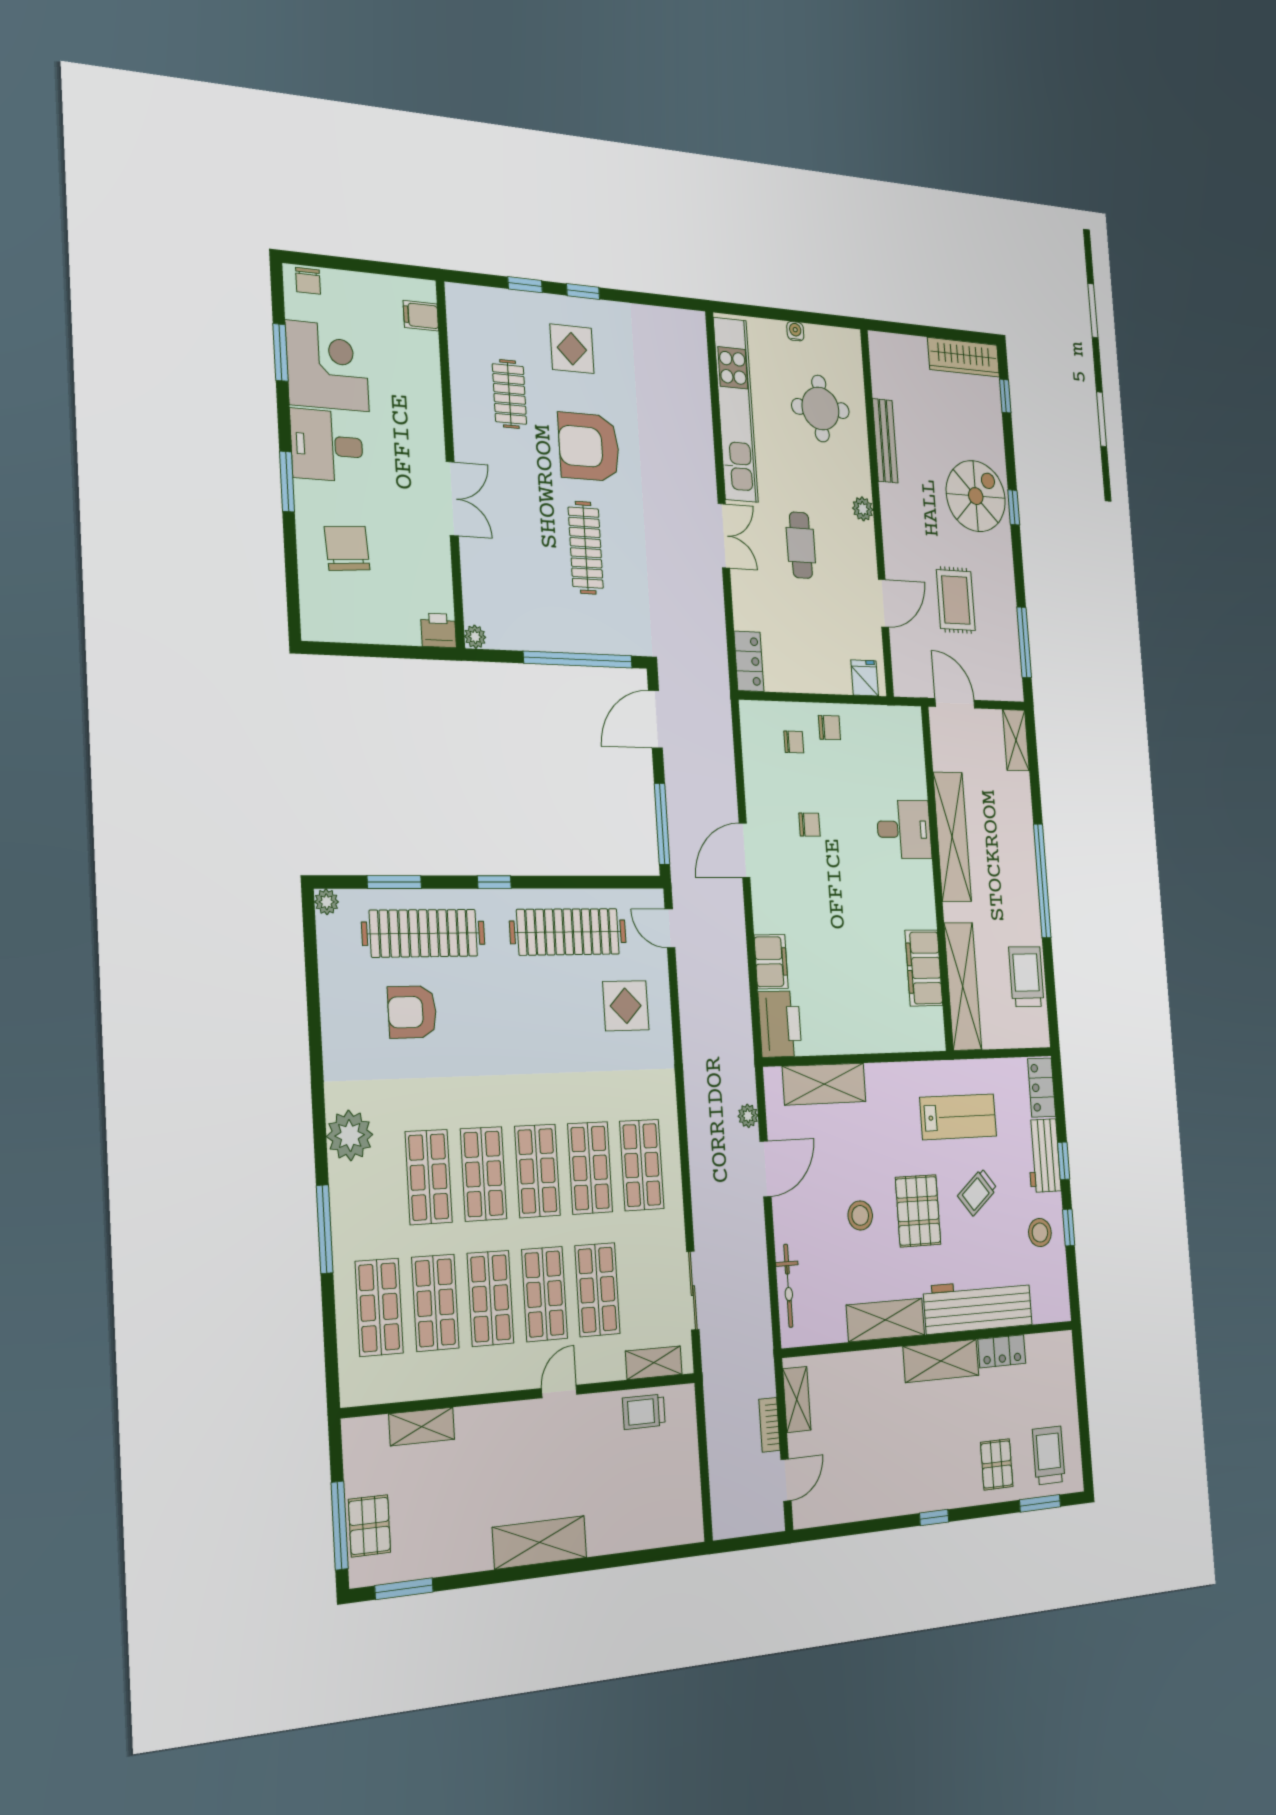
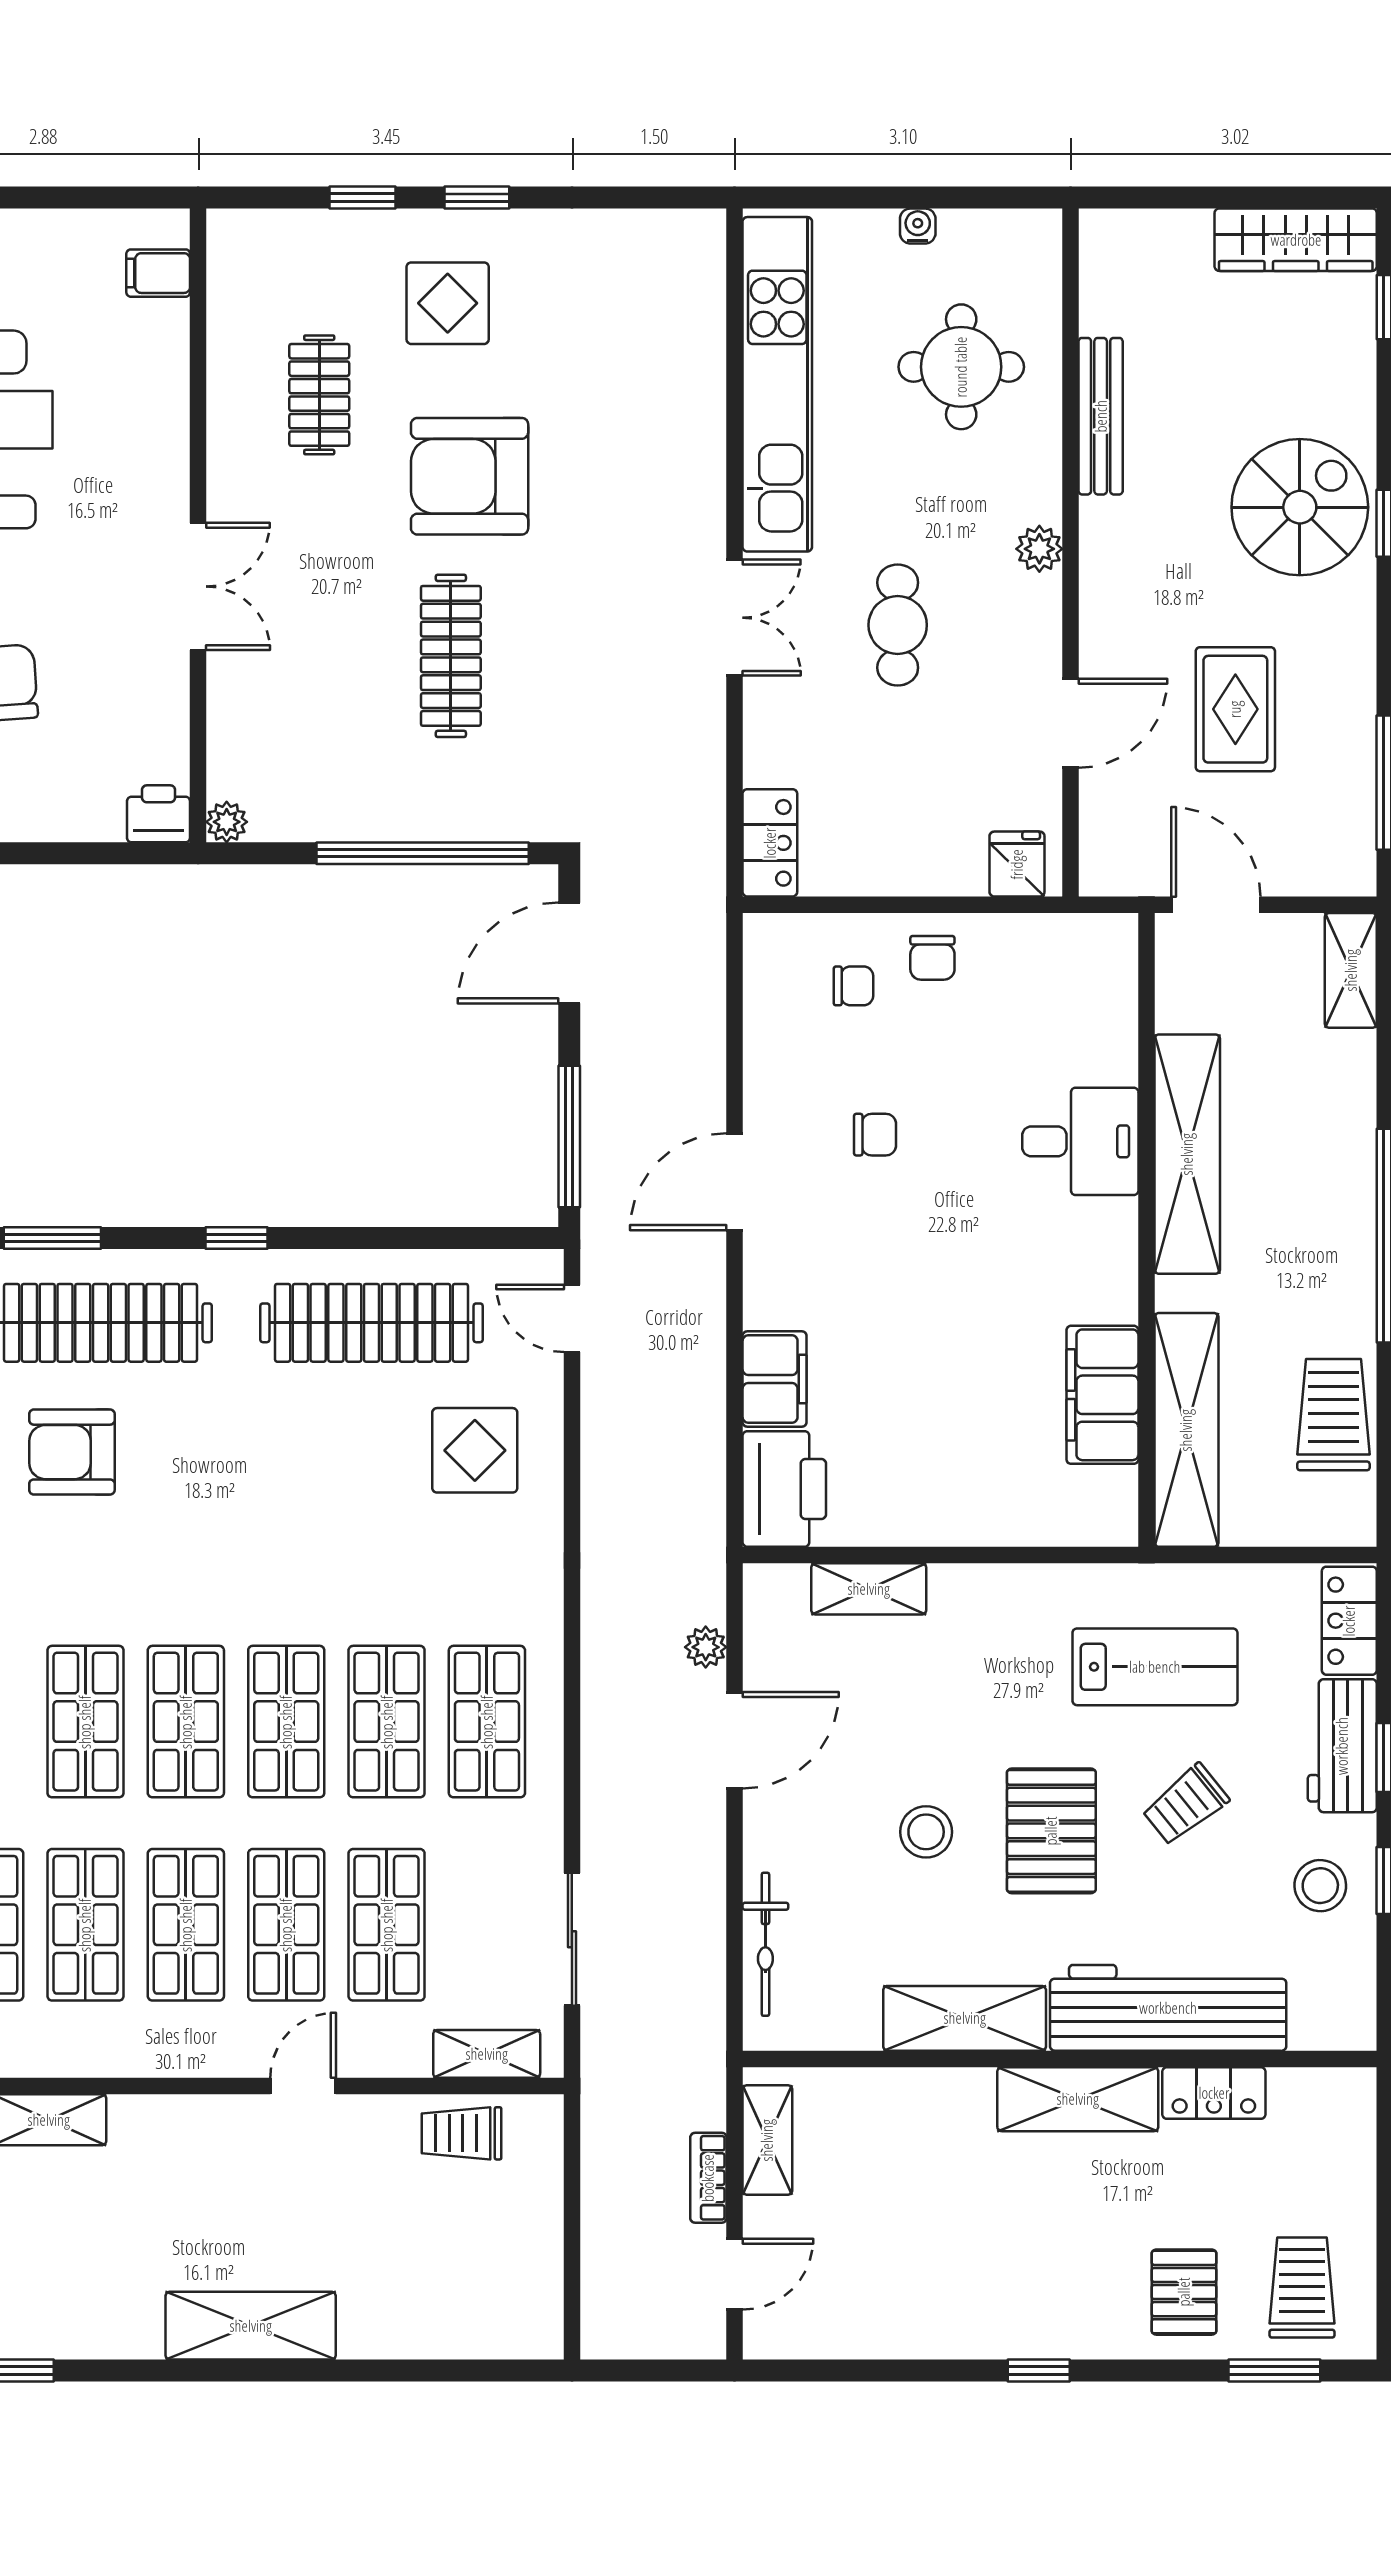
chair: (829, 728) -> (932, 958), turned 90
shelving: (824, 1084) -> (869, 1589), width x0.67, depth x0.75

